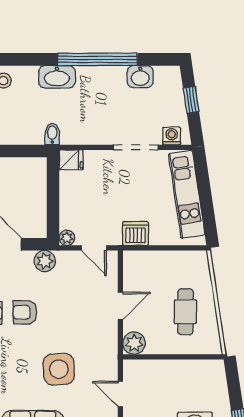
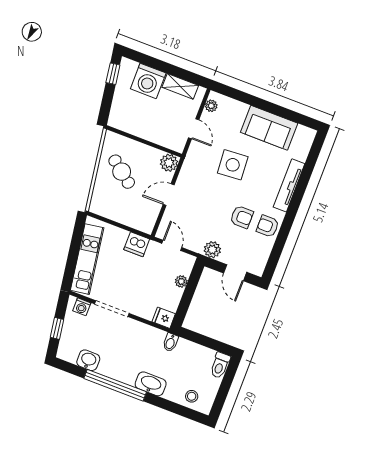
plant: (67, 238) -> (181, 281), moved
cafe table: (185, 312) -> (122, 172), turned -52

